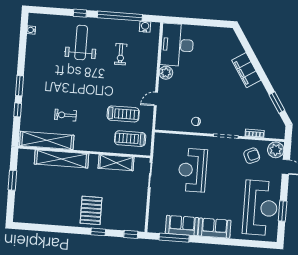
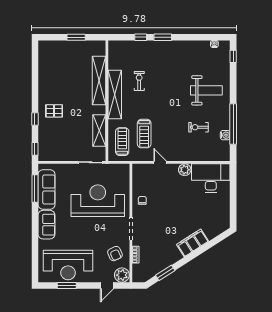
window: (80, 13) -> (233, 56), moved
water cooler: (145, 27) -> (225, 135), moved
shelving: (47, 140) -> (115, 94), moved
reception desk: (193, 170) -> (98, 201), width x1.36, depth x1.30
pallet: (91, 210) -> (54, 111), width x0.67, depth x0.71
sofa: (182, 226) -> (47, 190), width x1.36

